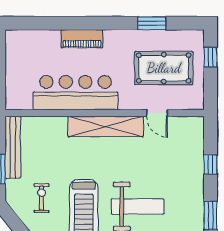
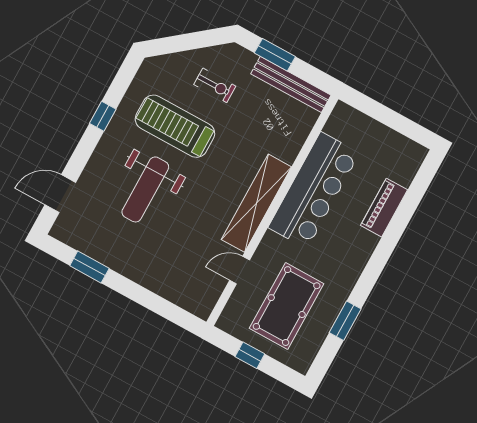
piano: (82, 39) -> (384, 208), moved
window: (210, 57) -> (250, 355), moved
window: (210, 165) -> (147, 299), removed

